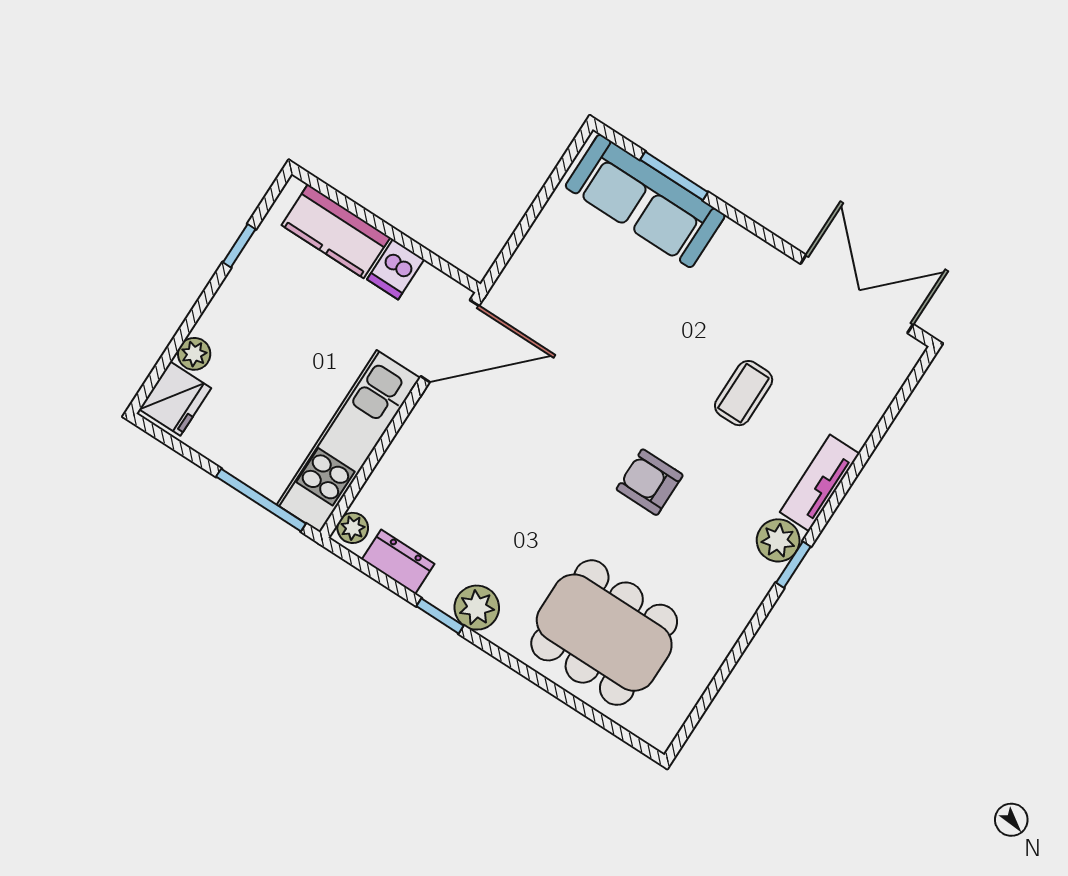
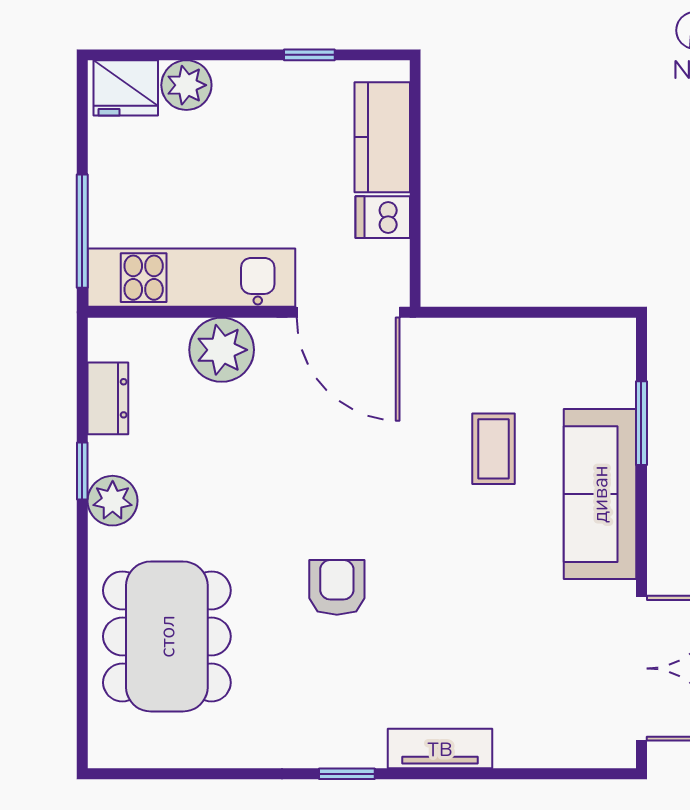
sofa: (645, 201) -> (600, 494), moved
plant: (194, 354) -> (186, 85), width x1.38, depth x1.38
coffee table: (744, 393) -> (493, 449), moved, turned 90
plant: (353, 528) -> (222, 350), moved, width x1.87, depth x1.87
plant: (778, 540) -> (360, 745), removed

